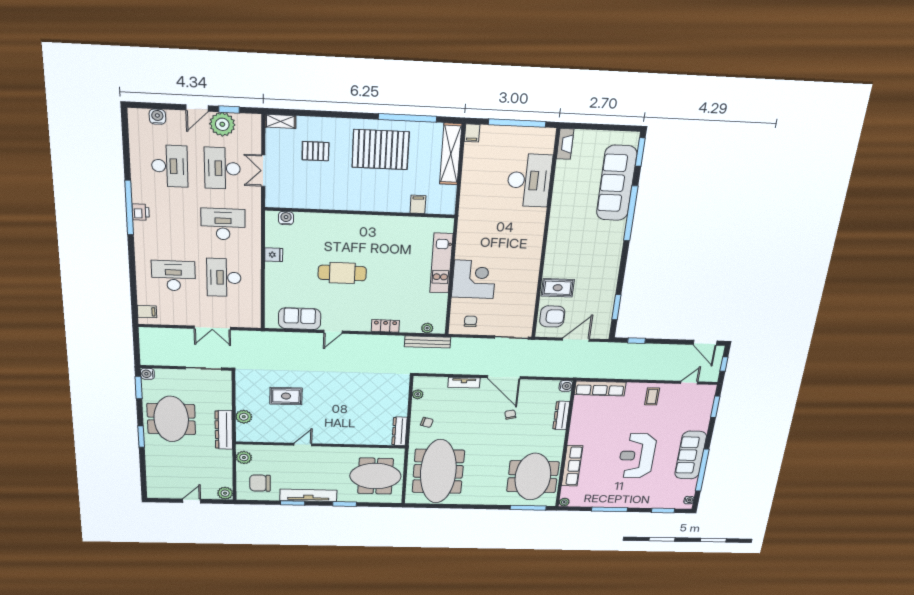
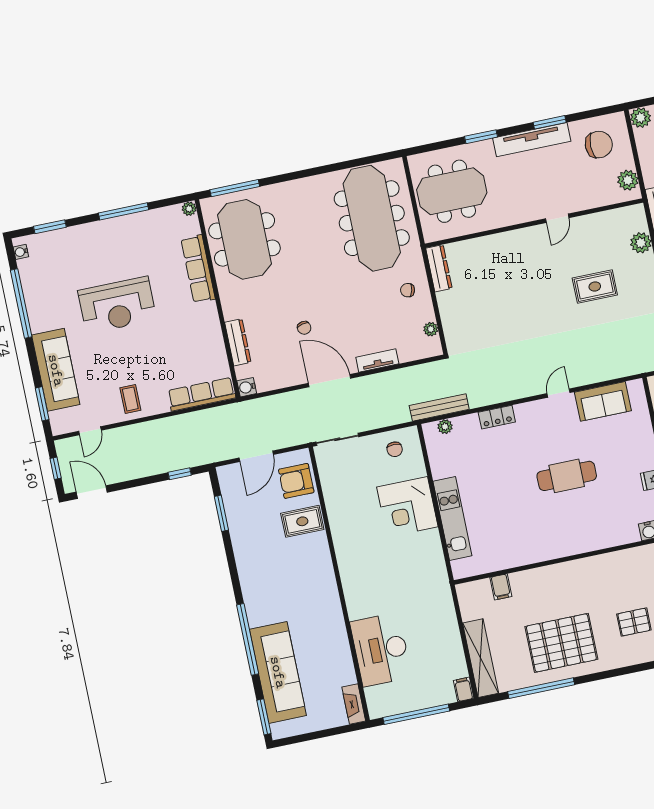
sofa: (691, 455) -> (56, 370), moved
reception desk: (637, 456) -> (117, 305), turned 90

